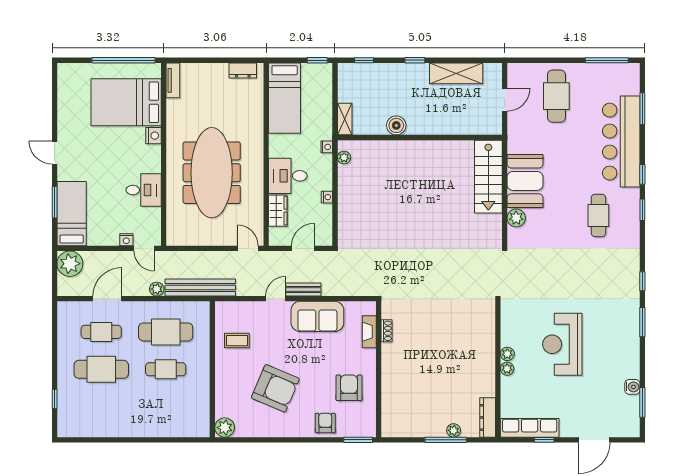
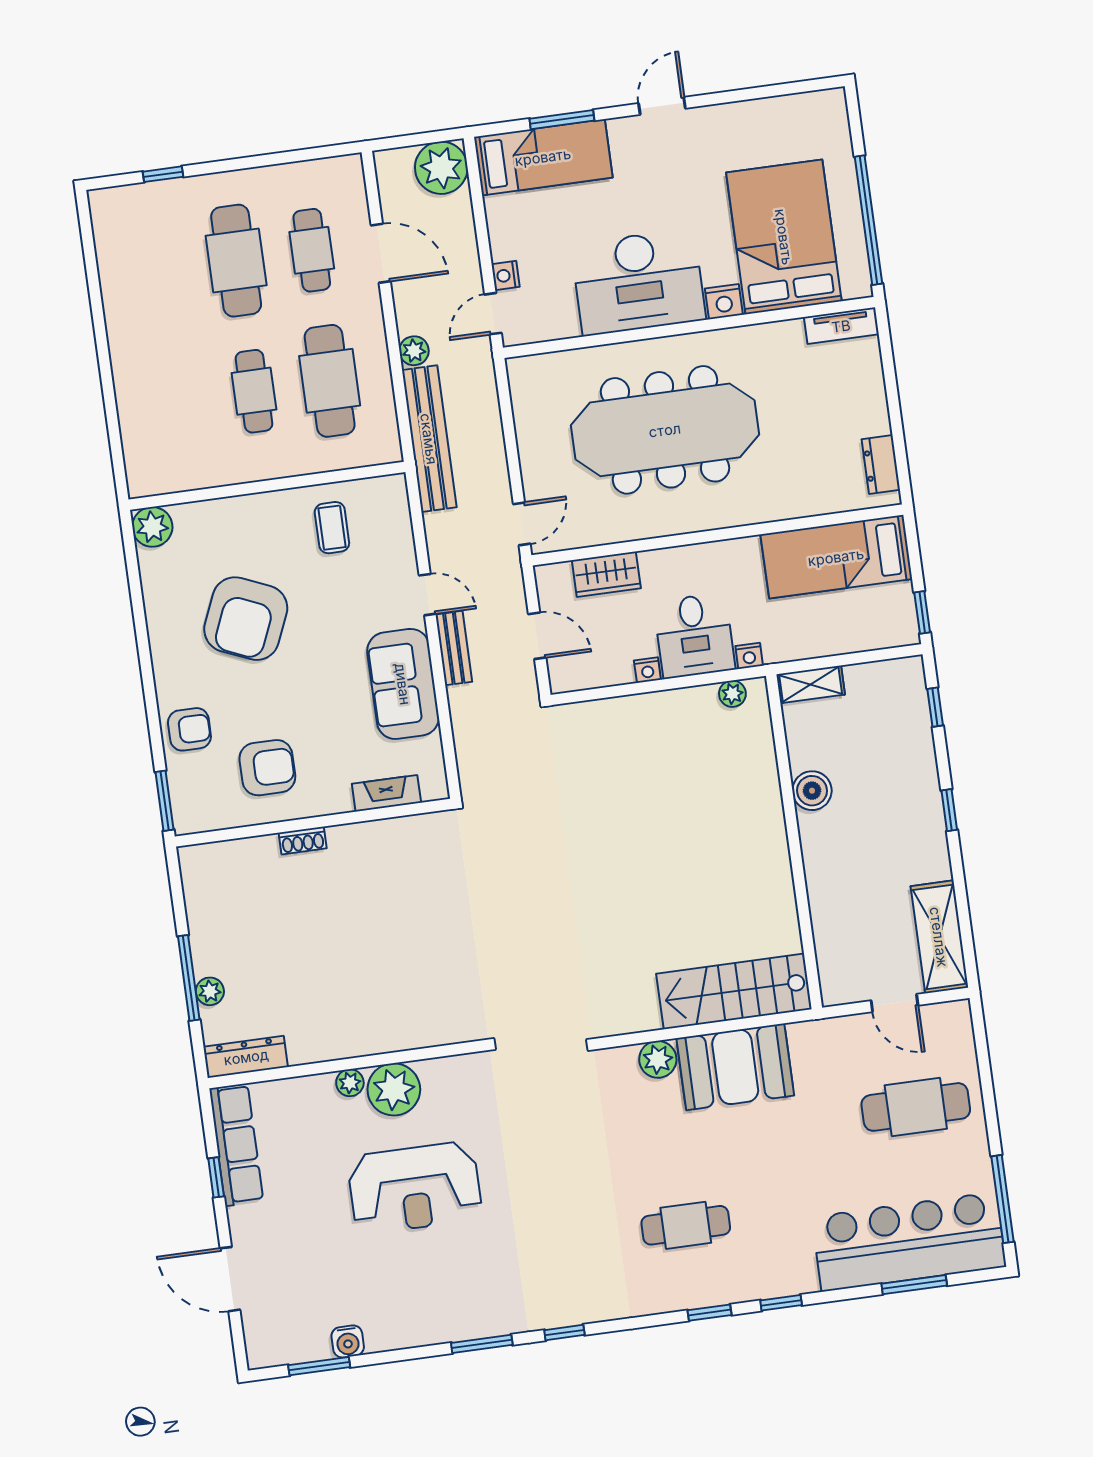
shelving: (456, 73) -> (939, 937), moved
bar counter: (621, 142) -> (909, 1242), moved
desk: (288, 176) -> (694, 636), moved, turned 180
desk: (144, 190) -> (638, 282), width x1.87, depth x1.30
shoe rack: (387, 331) -> (303, 840), moved
reception desk: (562, 344) -> (415, 1188), turned 180
plant: (507, 354) -> (394, 1089), width x1.88, depth x1.88

